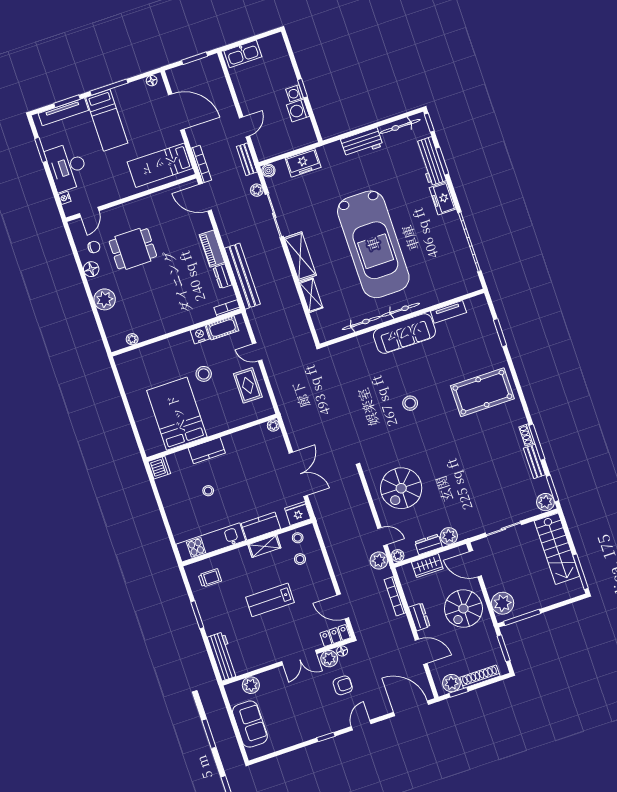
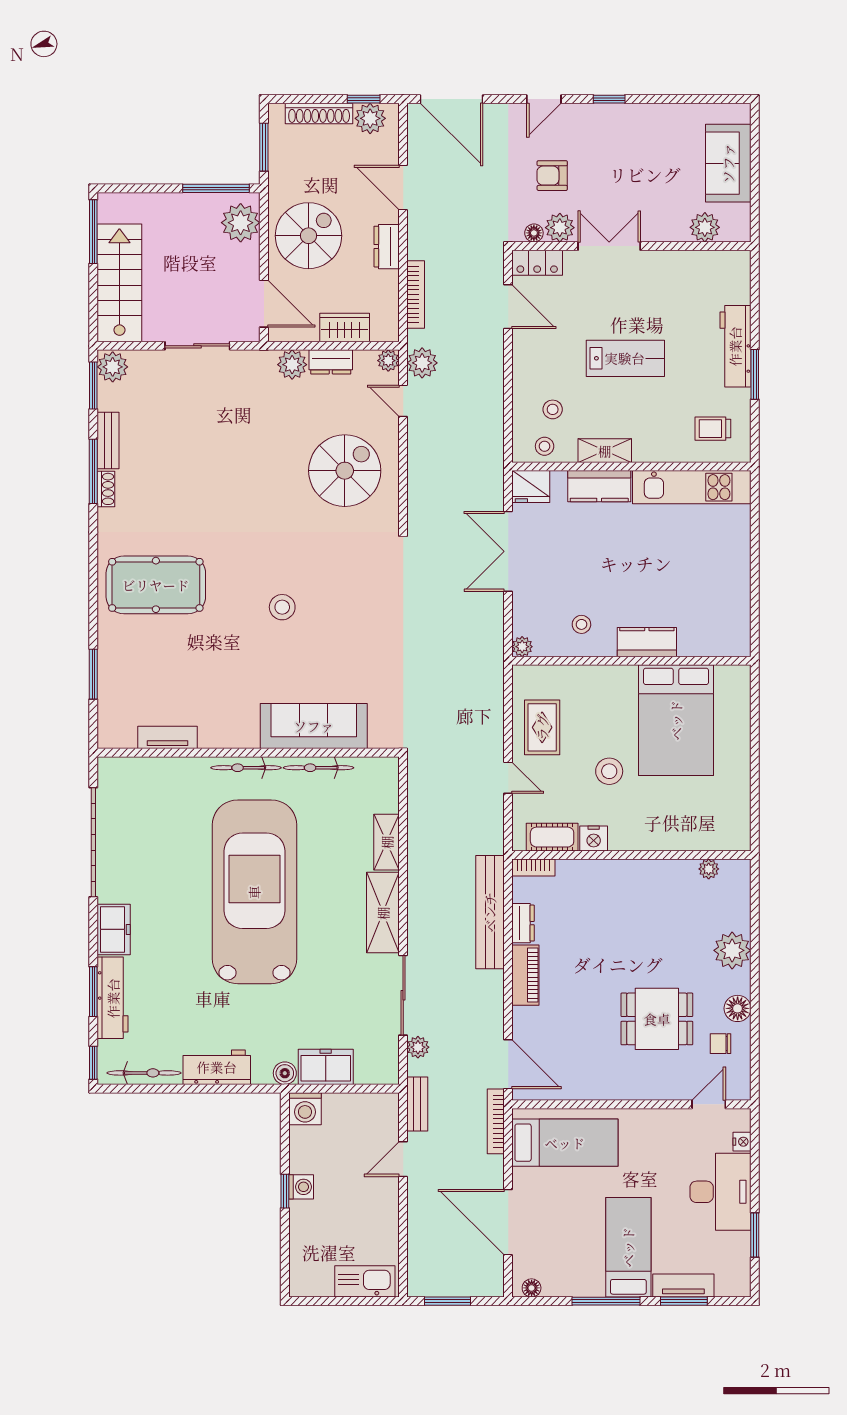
washing machine: (298, 111) -> (305, 1109), moved, turned 90
tv unit: (63, 112) -> (683, 1286), width x0.71
boiler: (268, 171) -> (285, 1073), moved
sofa: (404, 334) -> (314, 726), moved
dishwasher: (159, 468) -> (735, 640), removed
stool: (208, 491) -> (581, 624), moved
workbench: (223, 656) -> (735, 346), moved

